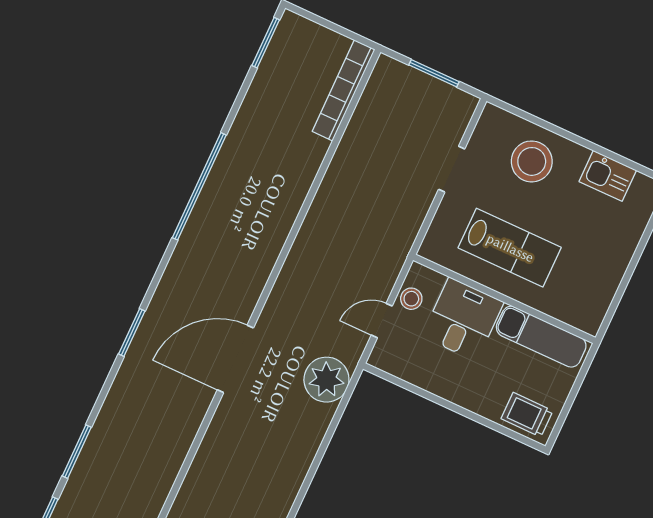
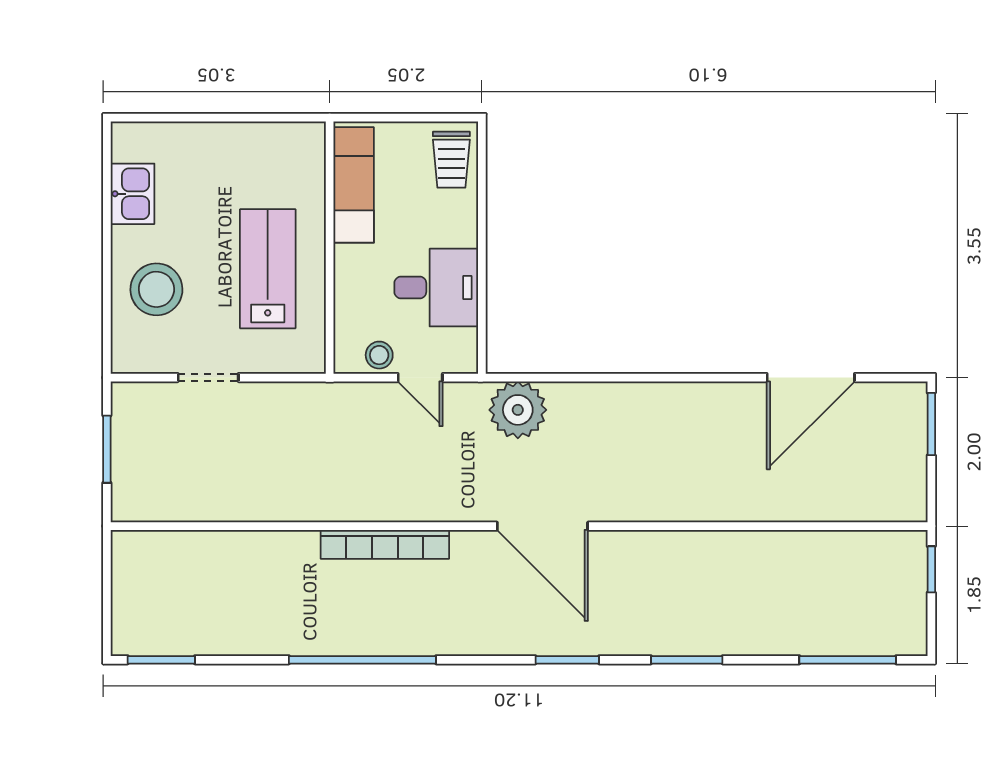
bookcase: (344, 90) -> (385, 544), moved
desk: (463, 319) -> (436, 288), moved, turned 180
window: (77, 452) -> (687, 660), moved

